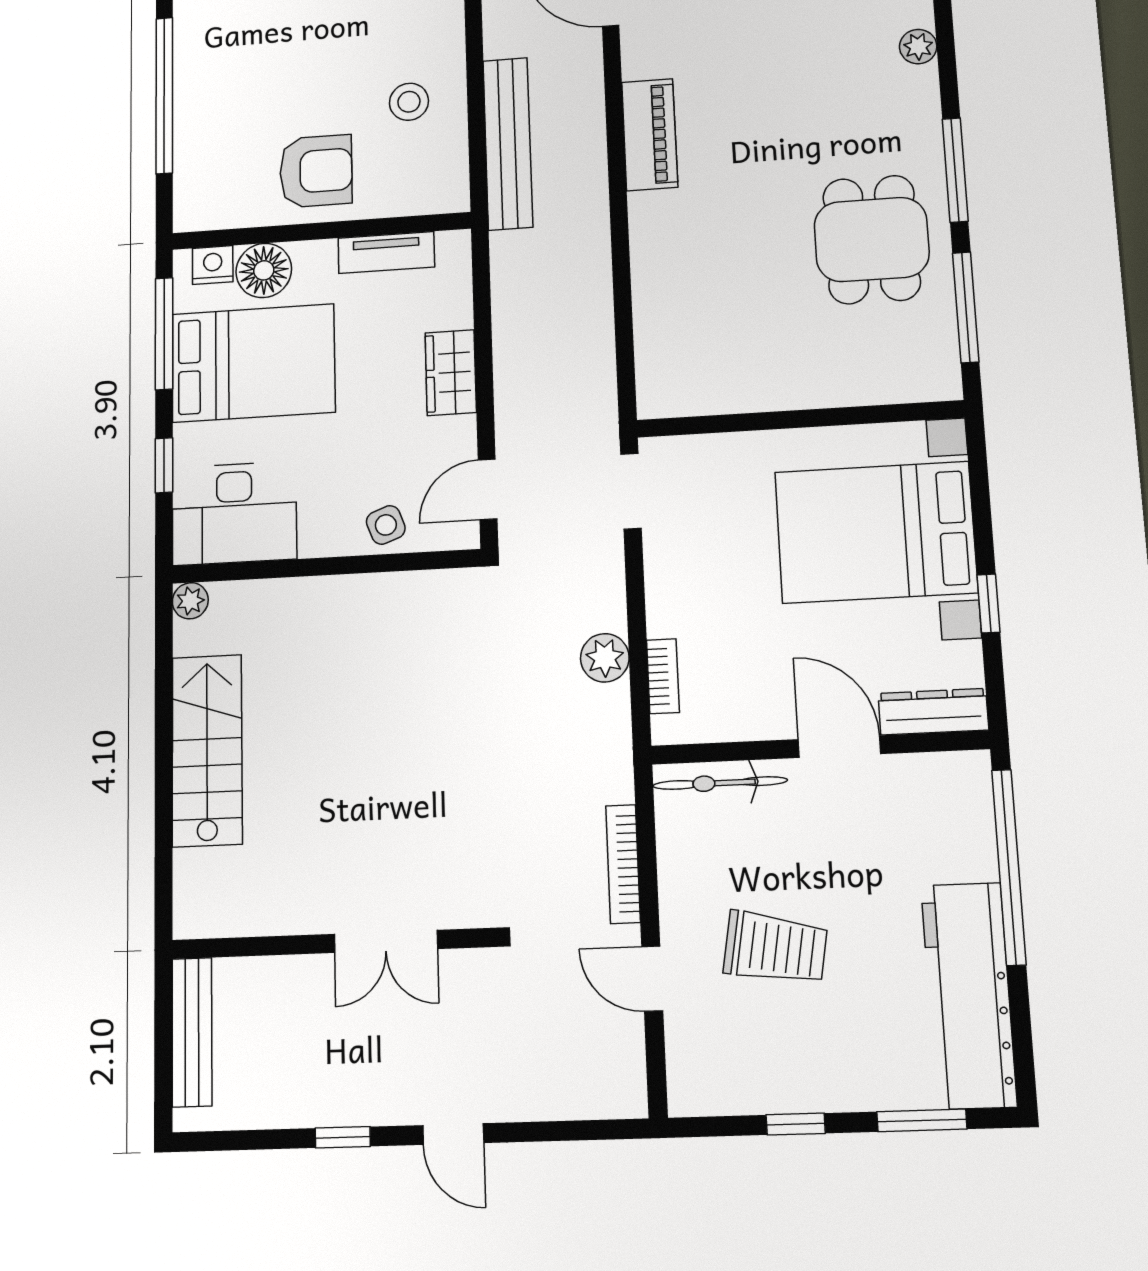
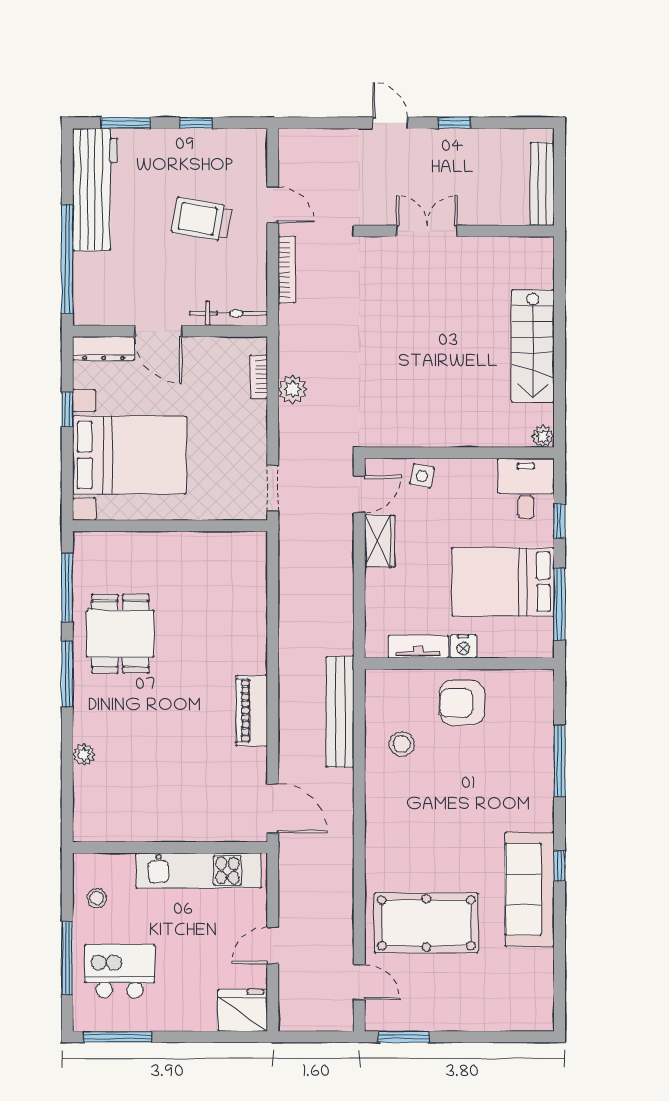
window: (164, 95) -> (559, 761), width x0.68
nightstand: (213, 265) -> (463, 646), moved
floor lamp: (264, 270) -> (496, 641), removed
wardrobe: (451, 373) -> (380, 541), moved
desk: (234, 513) -> (526, 488), width x0.73
side table: (386, 525) -> (422, 476), turned 33

